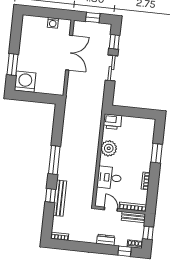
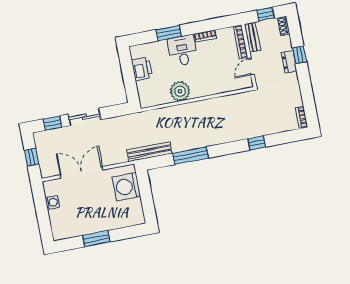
window: (13, 65) -> (96, 239), moved
washing machine: (25, 82) -> (126, 187), moved
printer: (112, 122) -> (142, 69), moved
window: (54, 160) -> (191, 156), moved
desk: (109, 178) -> (183, 51), moved, turned 180
bench: (60, 198) -> (149, 152), moved
window: (125, 251) -> (299, 55), moved

